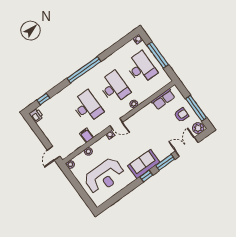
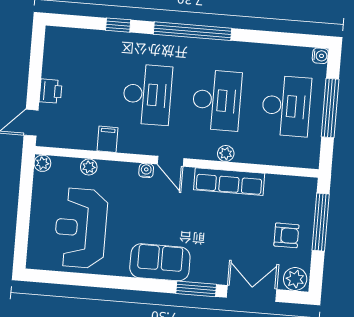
window: (43, 99) -> (118, 25), moved
row of seats: (163, 99) -> (229, 182), moved, width x1.48
window: (196, 108) -> (321, 222), moved
printer: (36, 115) -> (51, 91), moved
reception desk: (104, 176) -> (81, 228), turned 90
window: (146, 176) -> (148, 285), removed

